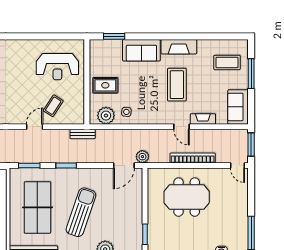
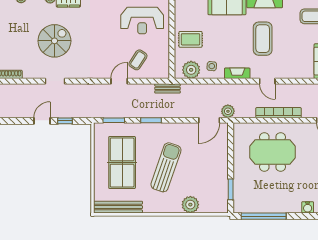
fireplace: (203, 119) -> (237, 73), moved

